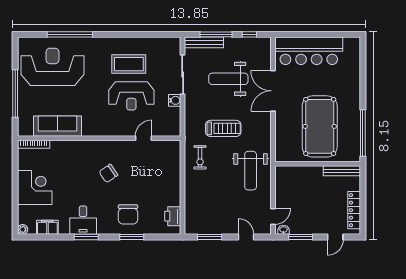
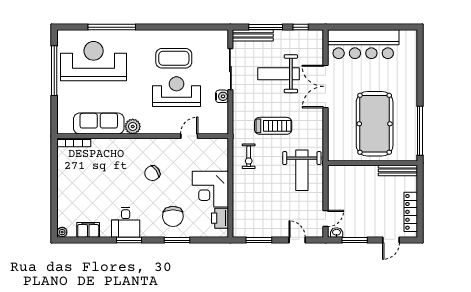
window: (15, 94) -> (54, 71), moved
reception desk: (131, 96) -> (177, 92), turned 180
plant: (90, 129) -> (133, 126), added
corner desk: (35, 188) -> (210, 189), moved, turned 180

